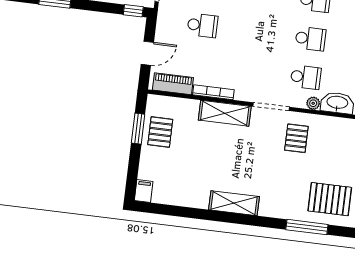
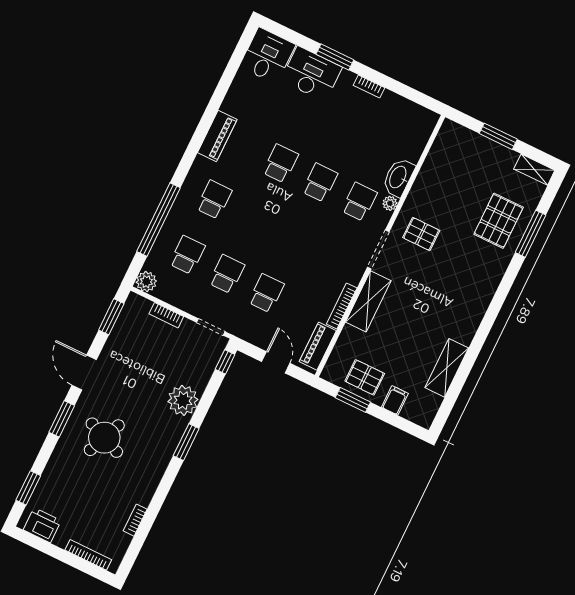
filing cabinet: (144, 191) -> (395, 400), moved, turned 90
shelving: (234, 203) -> (447, 368), moved
window: (307, 227) -> (530, 234), moved

